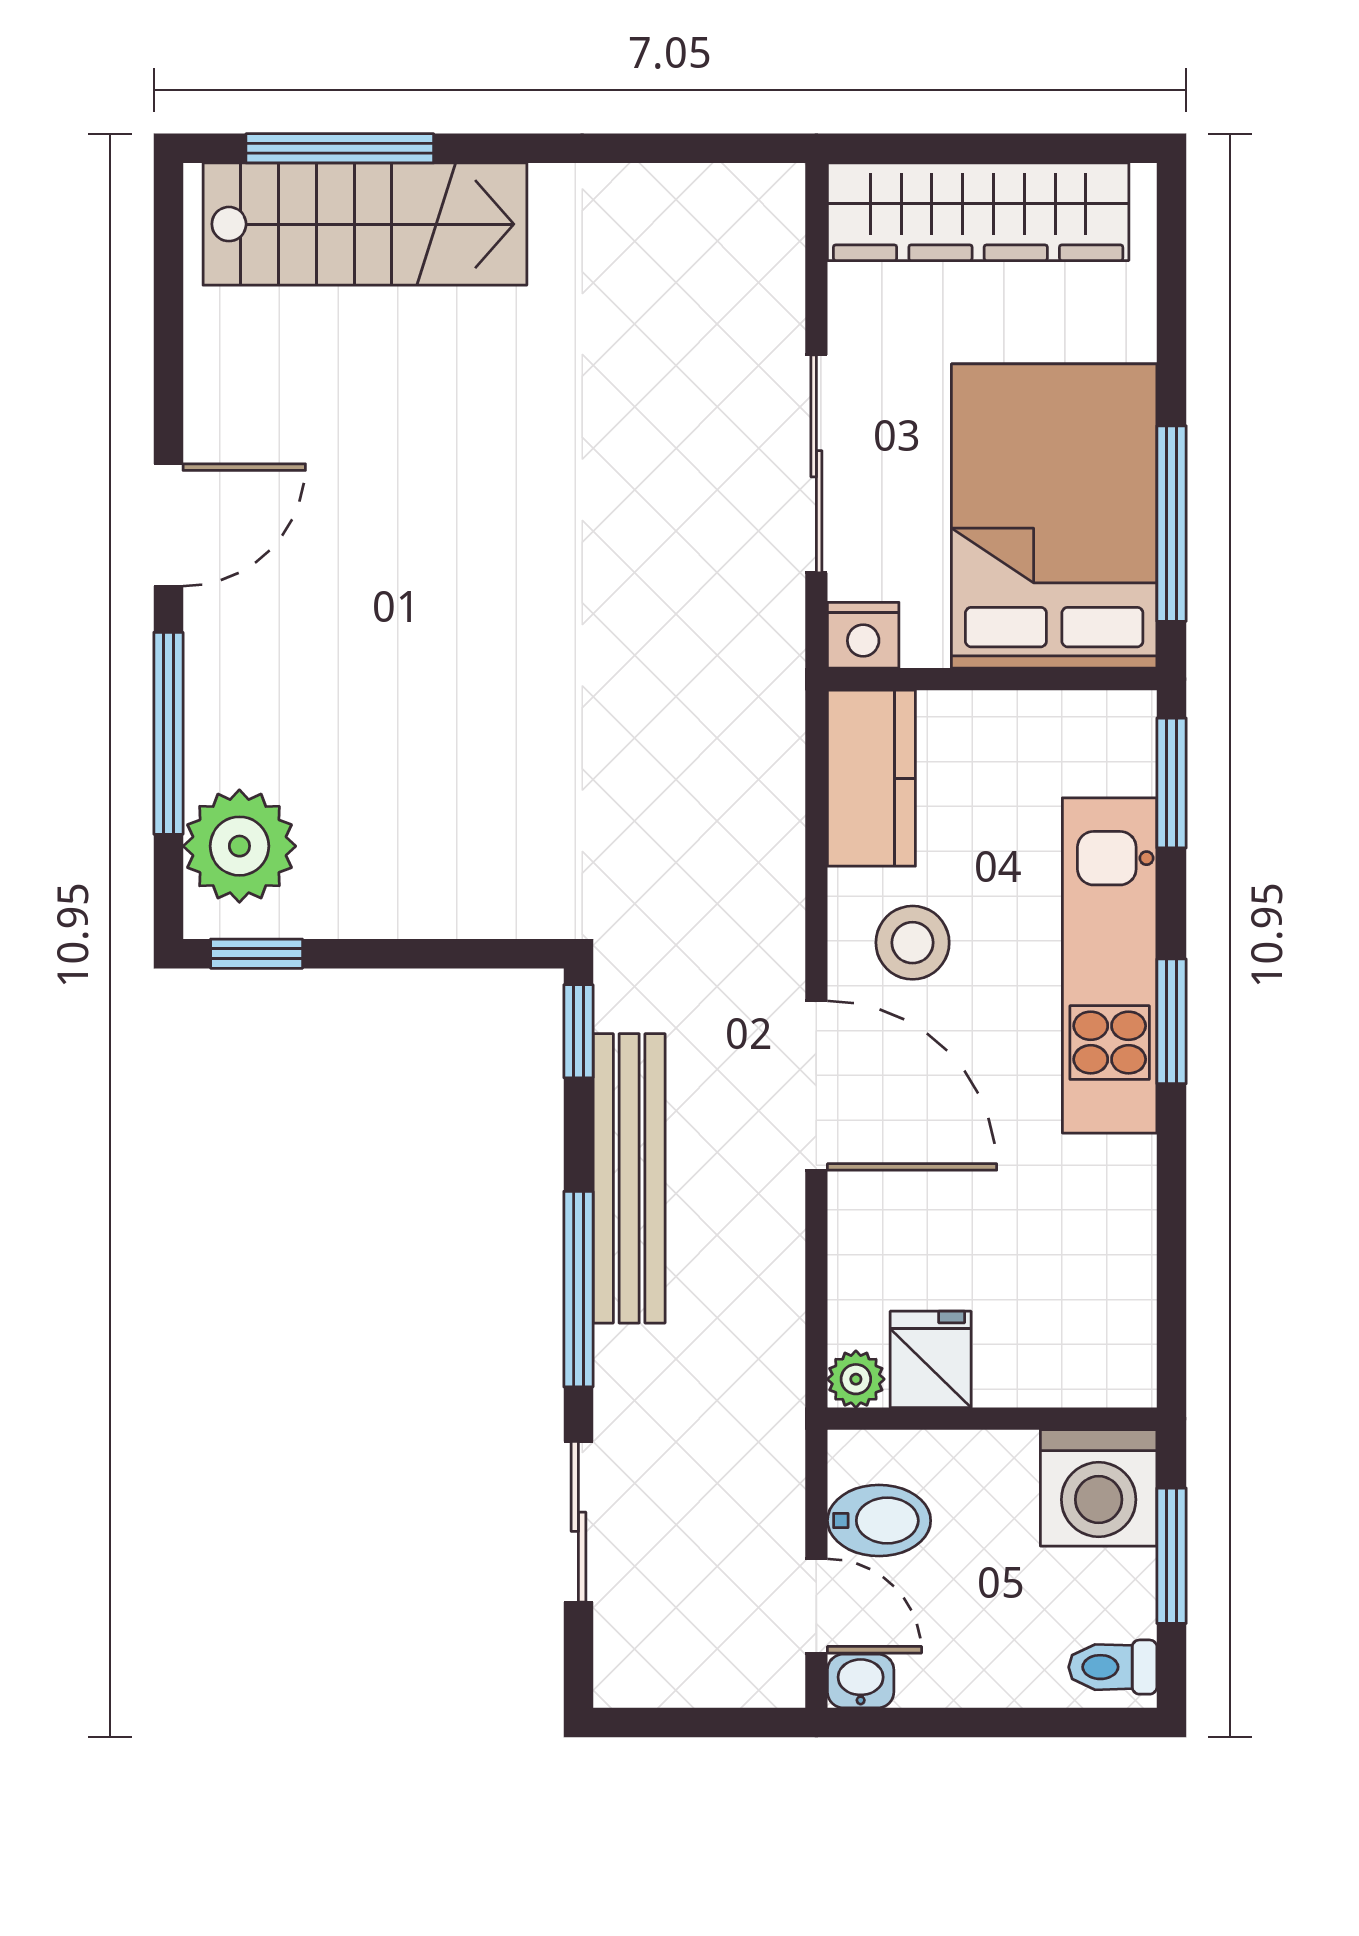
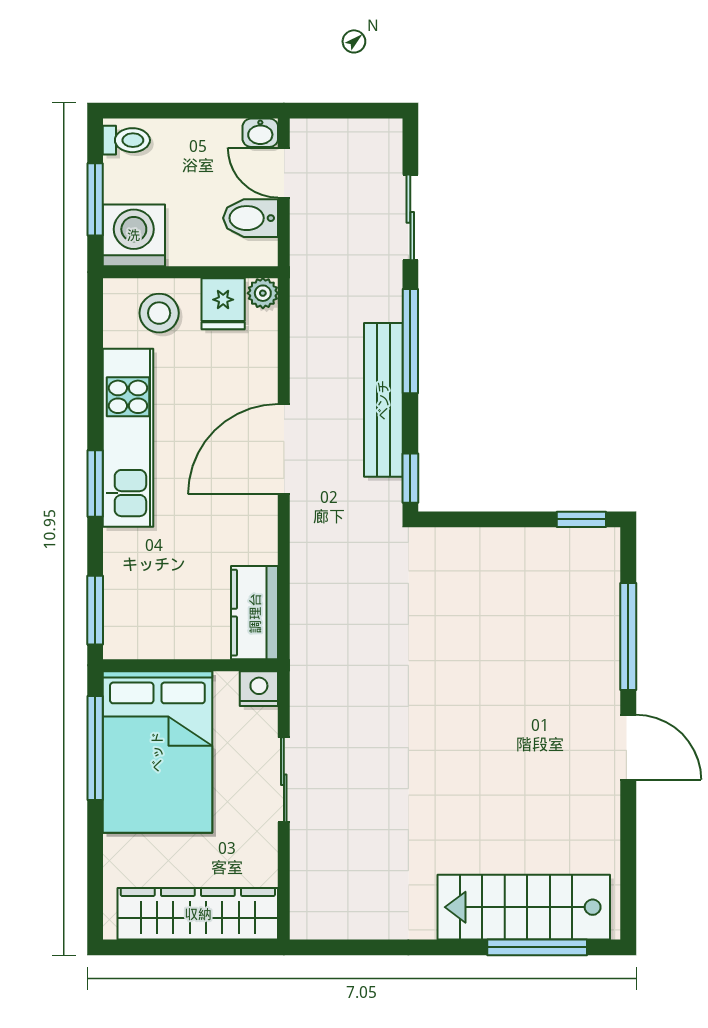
sliding door: (816, 464) -> (284, 780), width x0.73
door: (168, 525) -> (628, 747), swing flipped
plant: (239, 846) -> (590, 577), removed
stool: (913, 943) -> (159, 313), moved
kitchen unit: (1110, 965) -> (128, 438), moved
door: (816, 1086) -> (284, 449), hinge flipped

